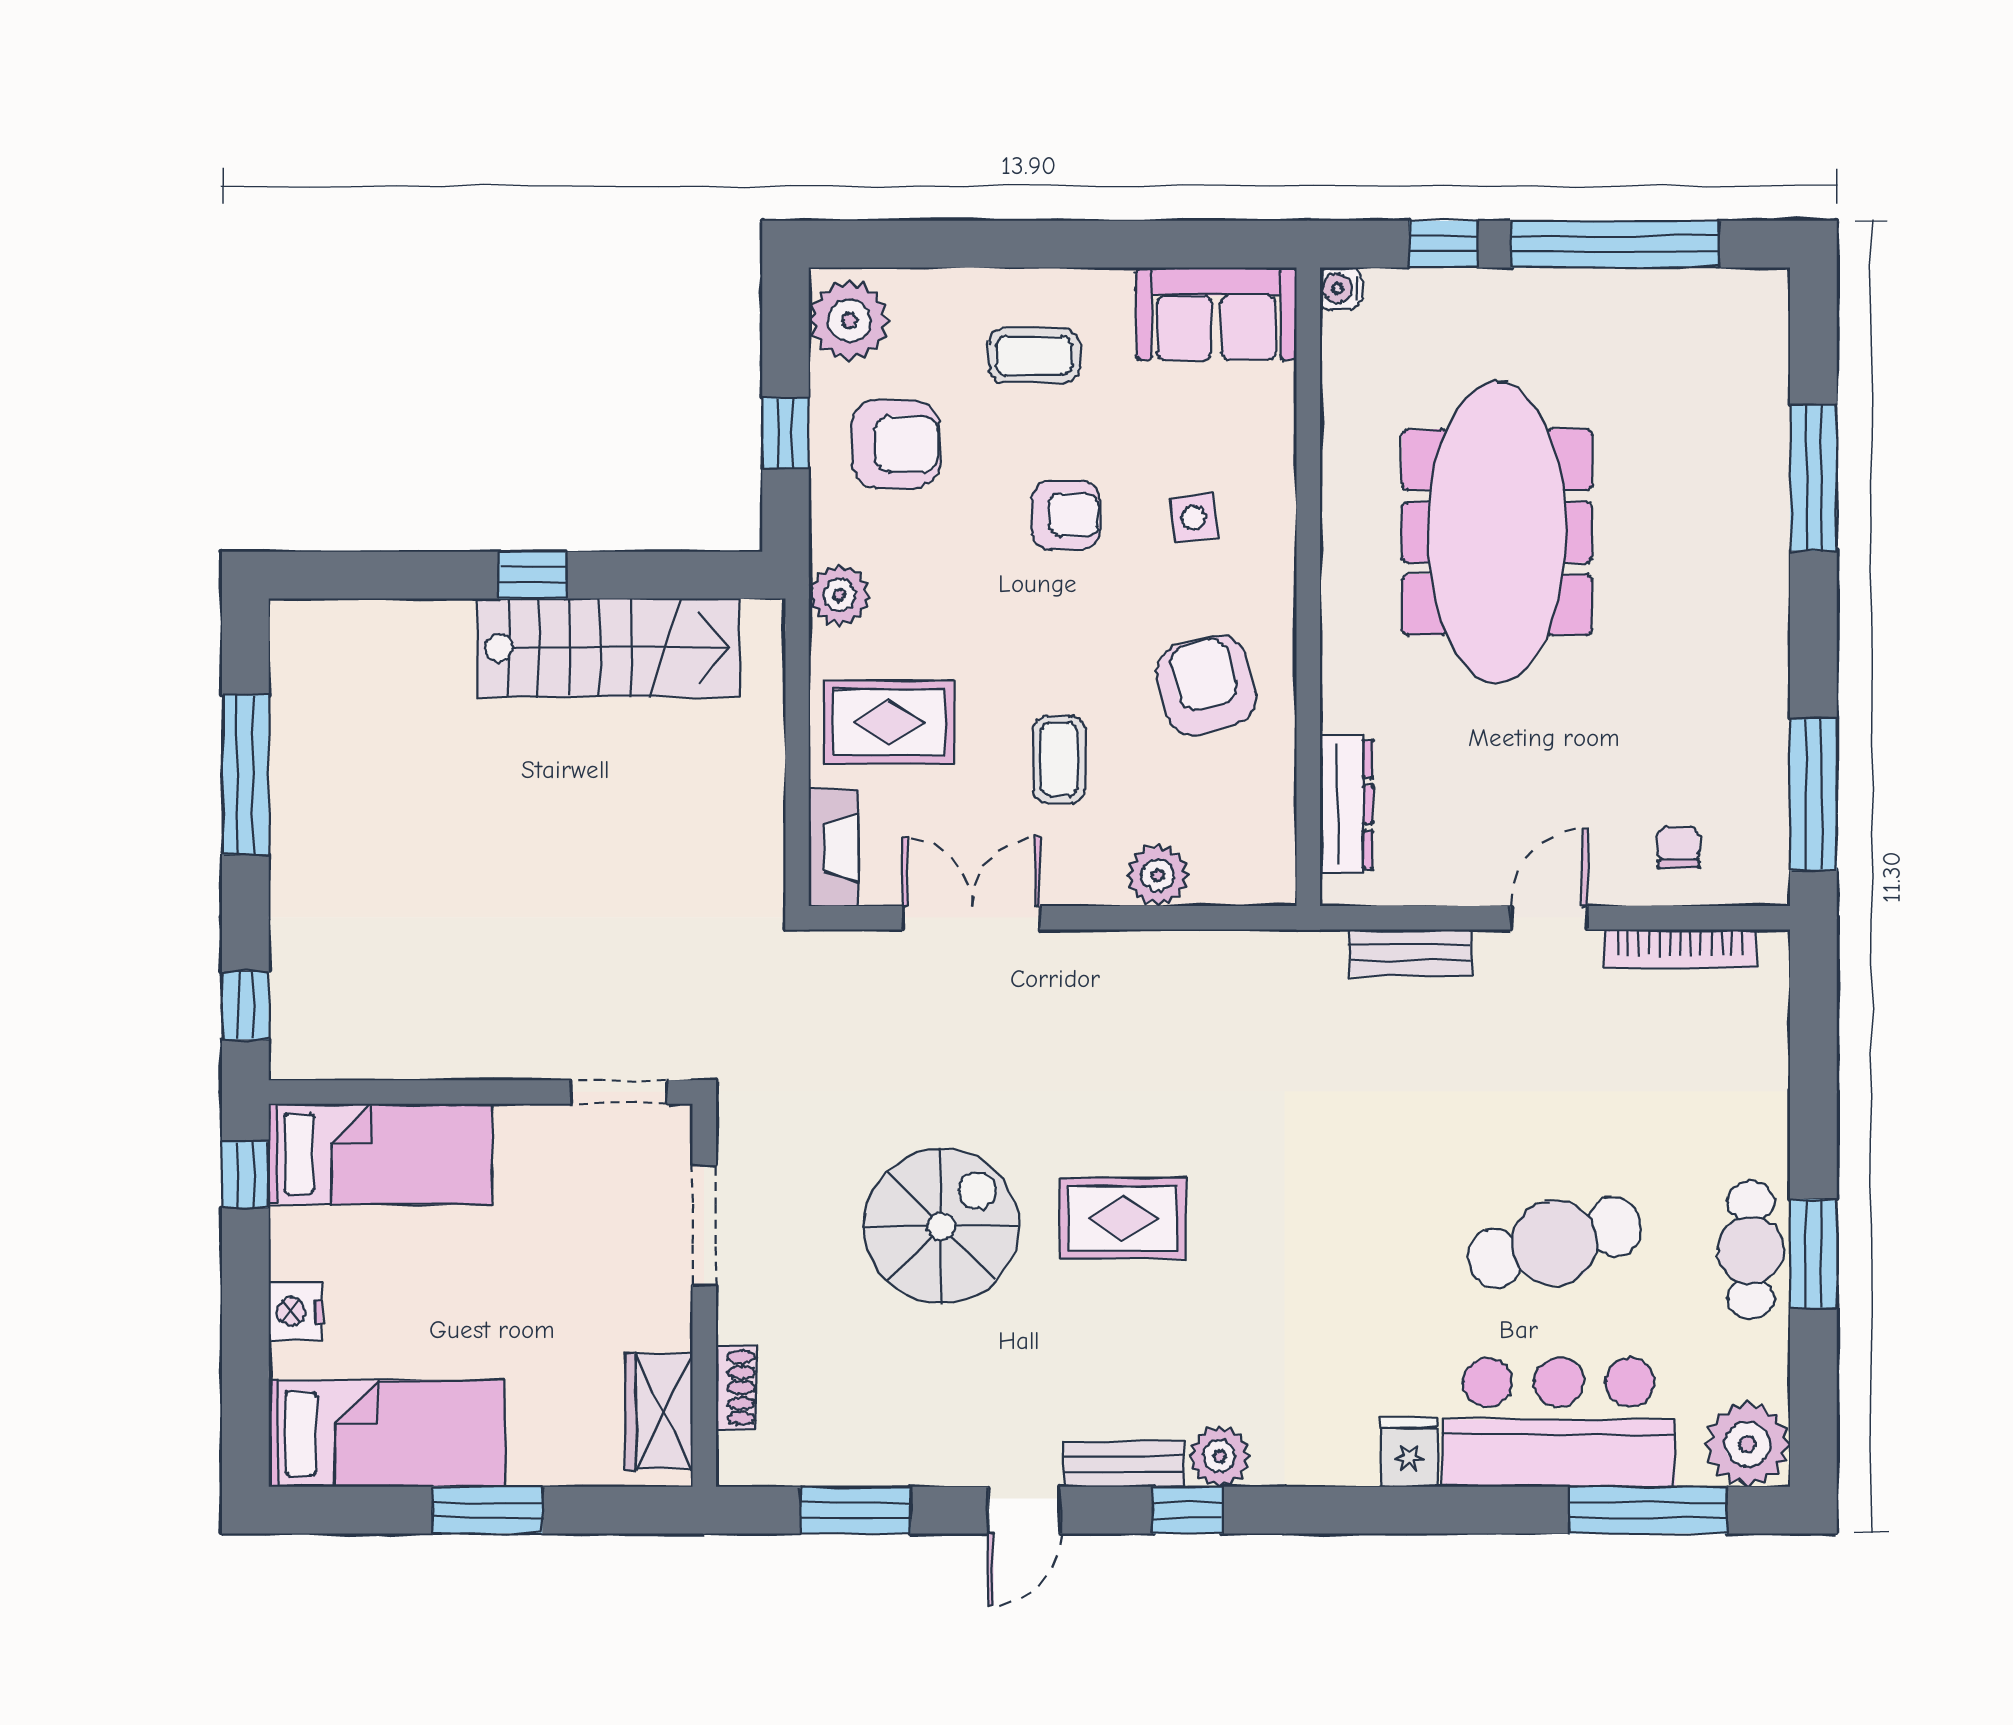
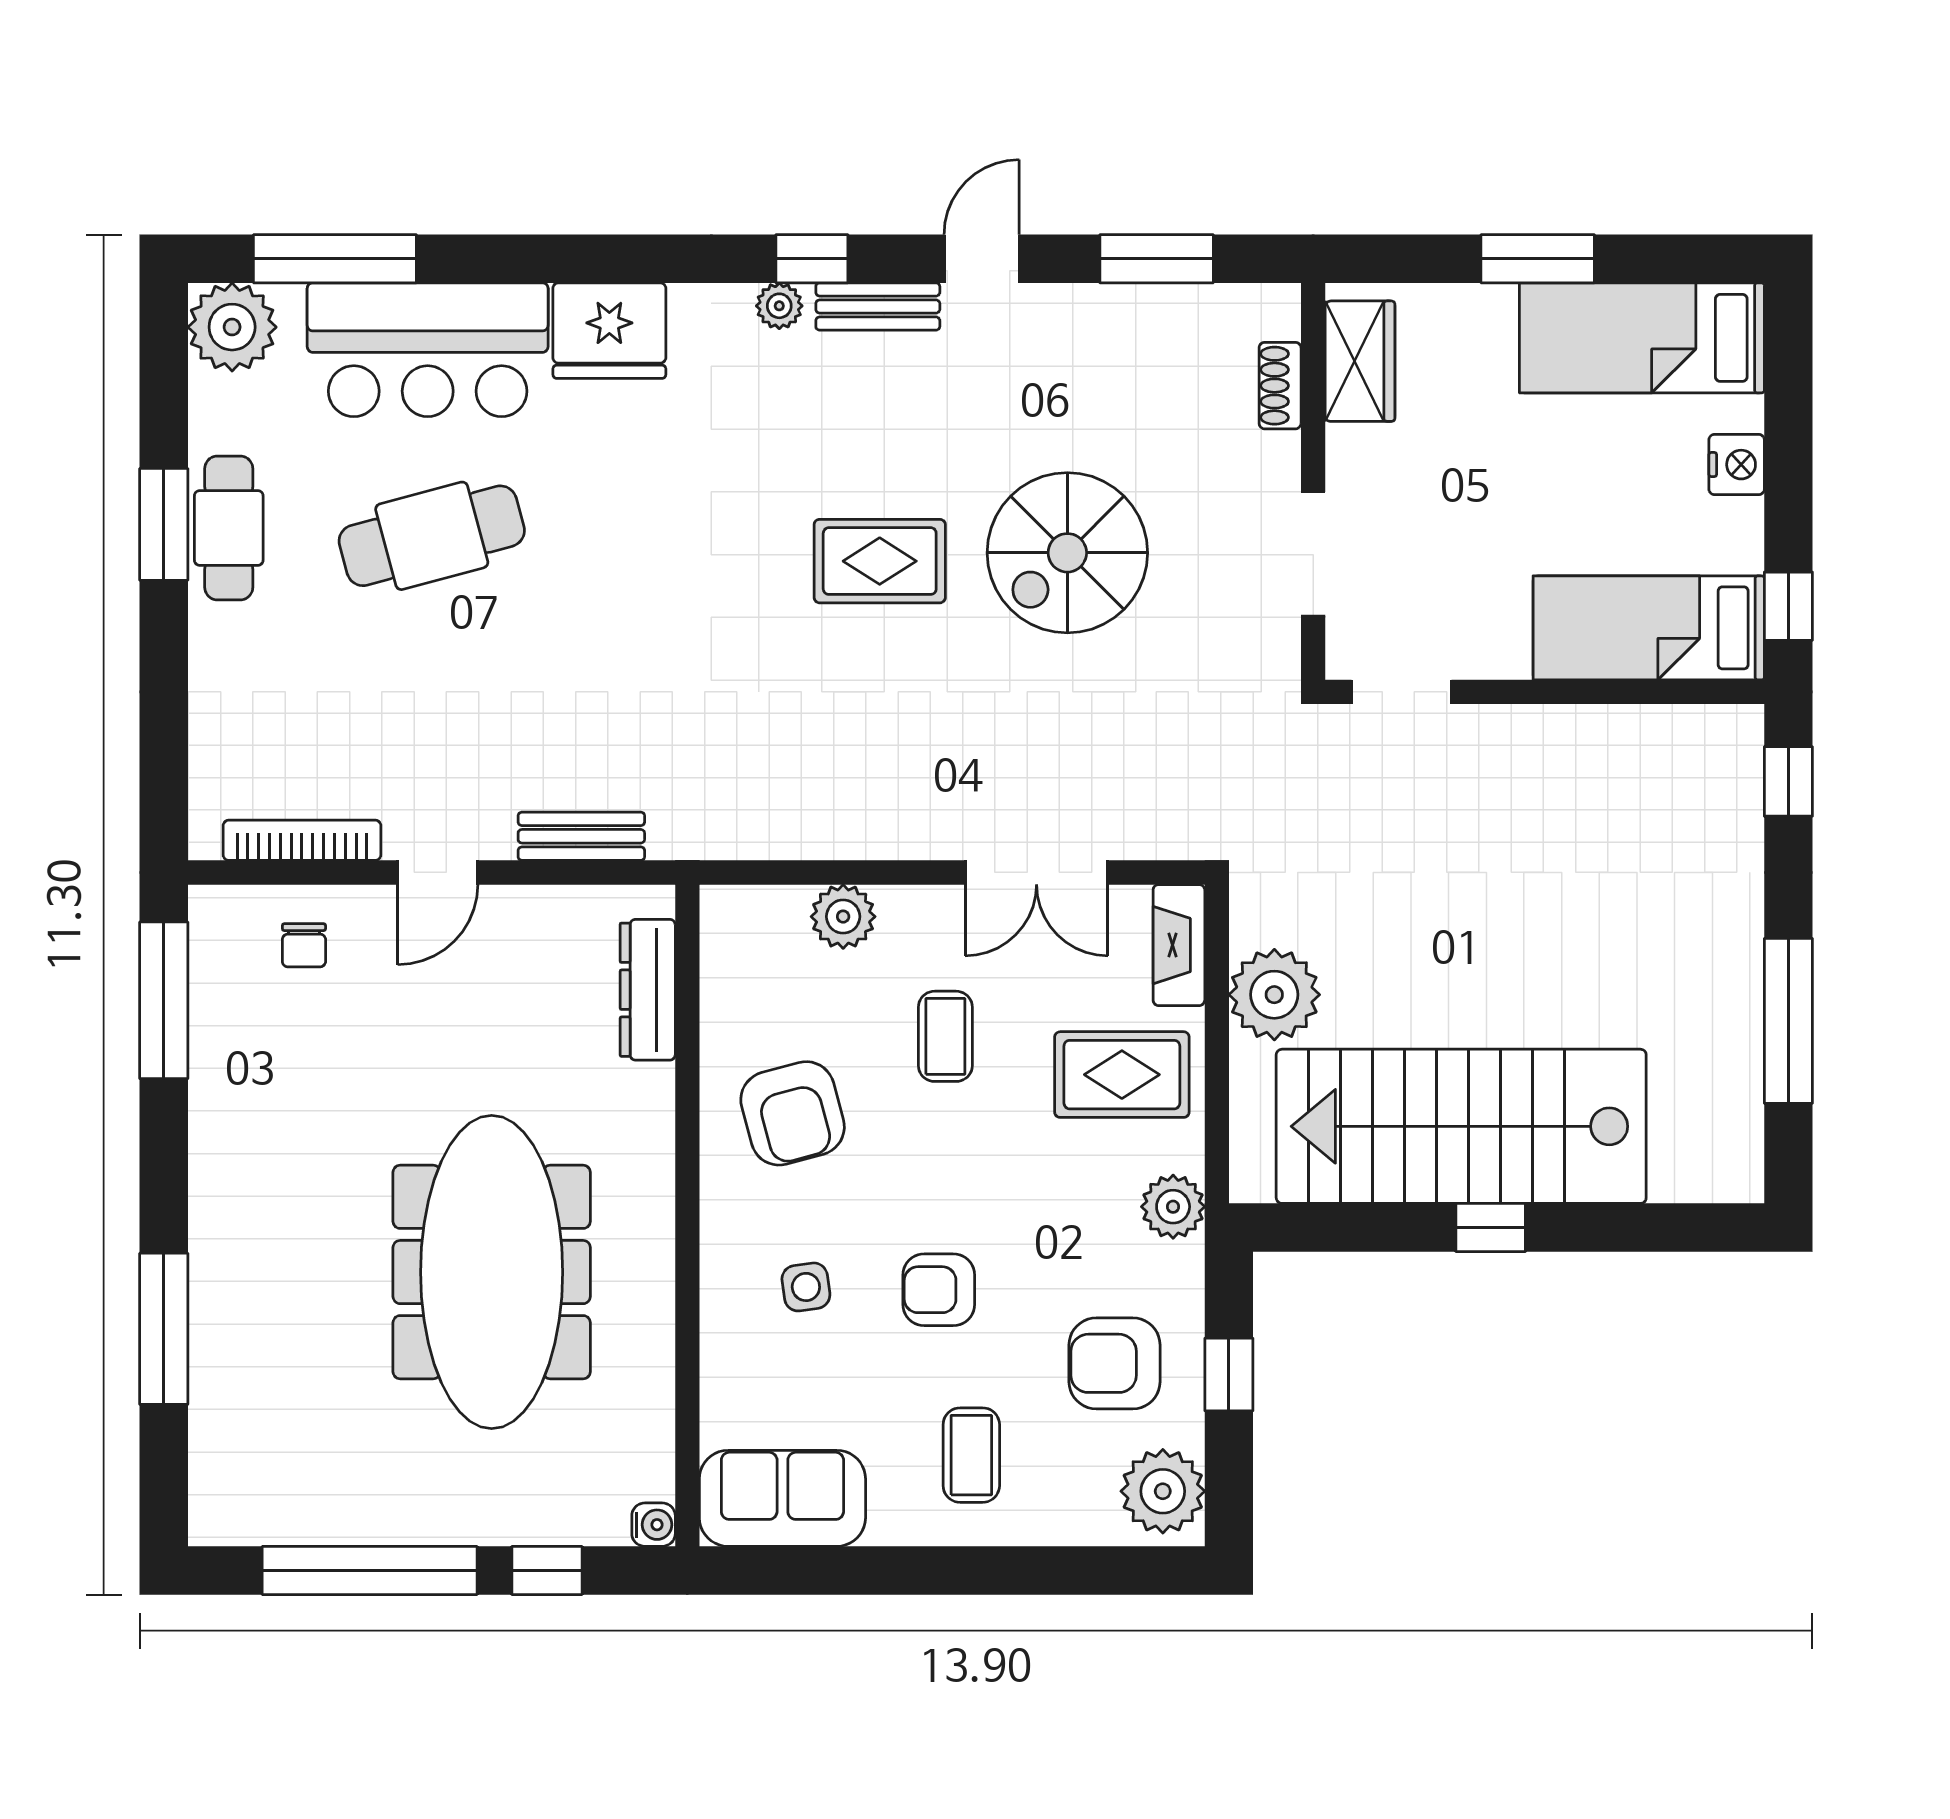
coffee table: (1034, 355) -> (971, 1455), turned 90
stairs: (609, 648) -> (1461, 1126), width x1.36, depth x1.51
plant: (742, 800) -> (1274, 995), added
fridge: (1409, 1452) -> (609, 331), width x1.88, depth x1.34
plant: (1219, 1456) -> (779, 306), width x0.73, depth x0.73

